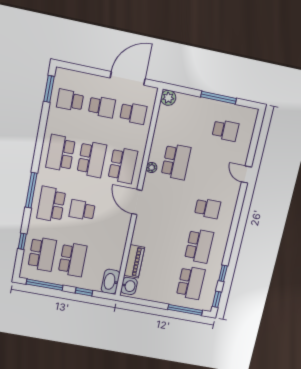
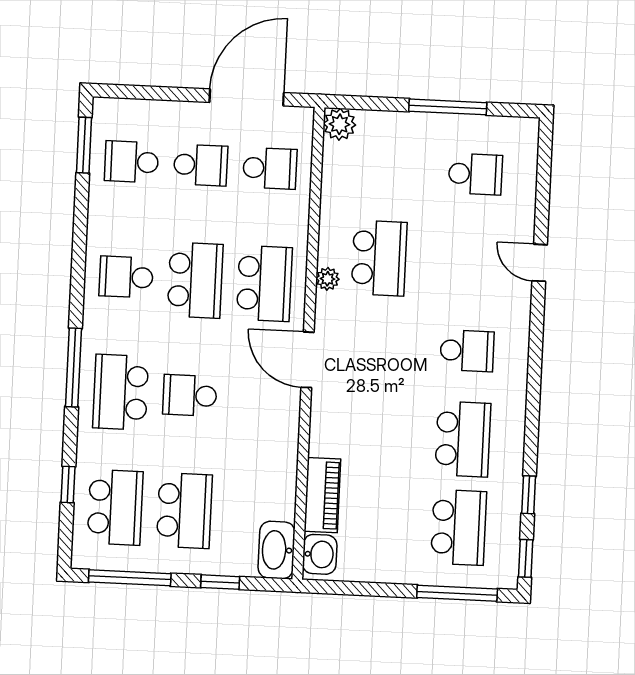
school desk: (61, 153) -> (126, 277), width x0.54

